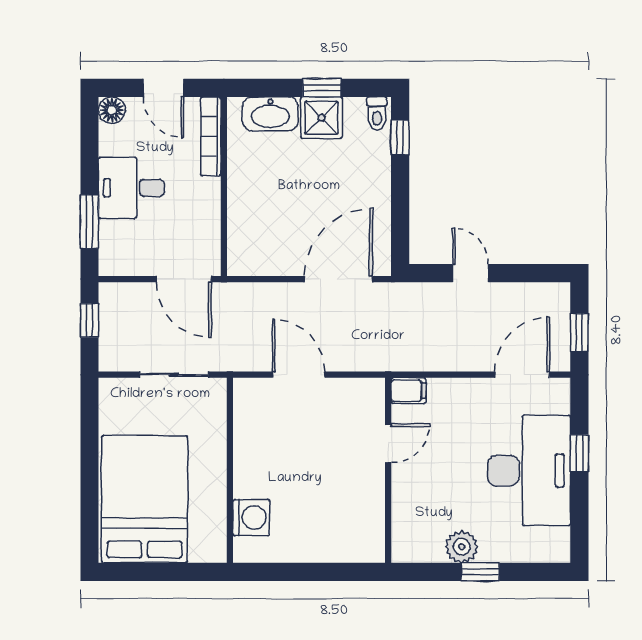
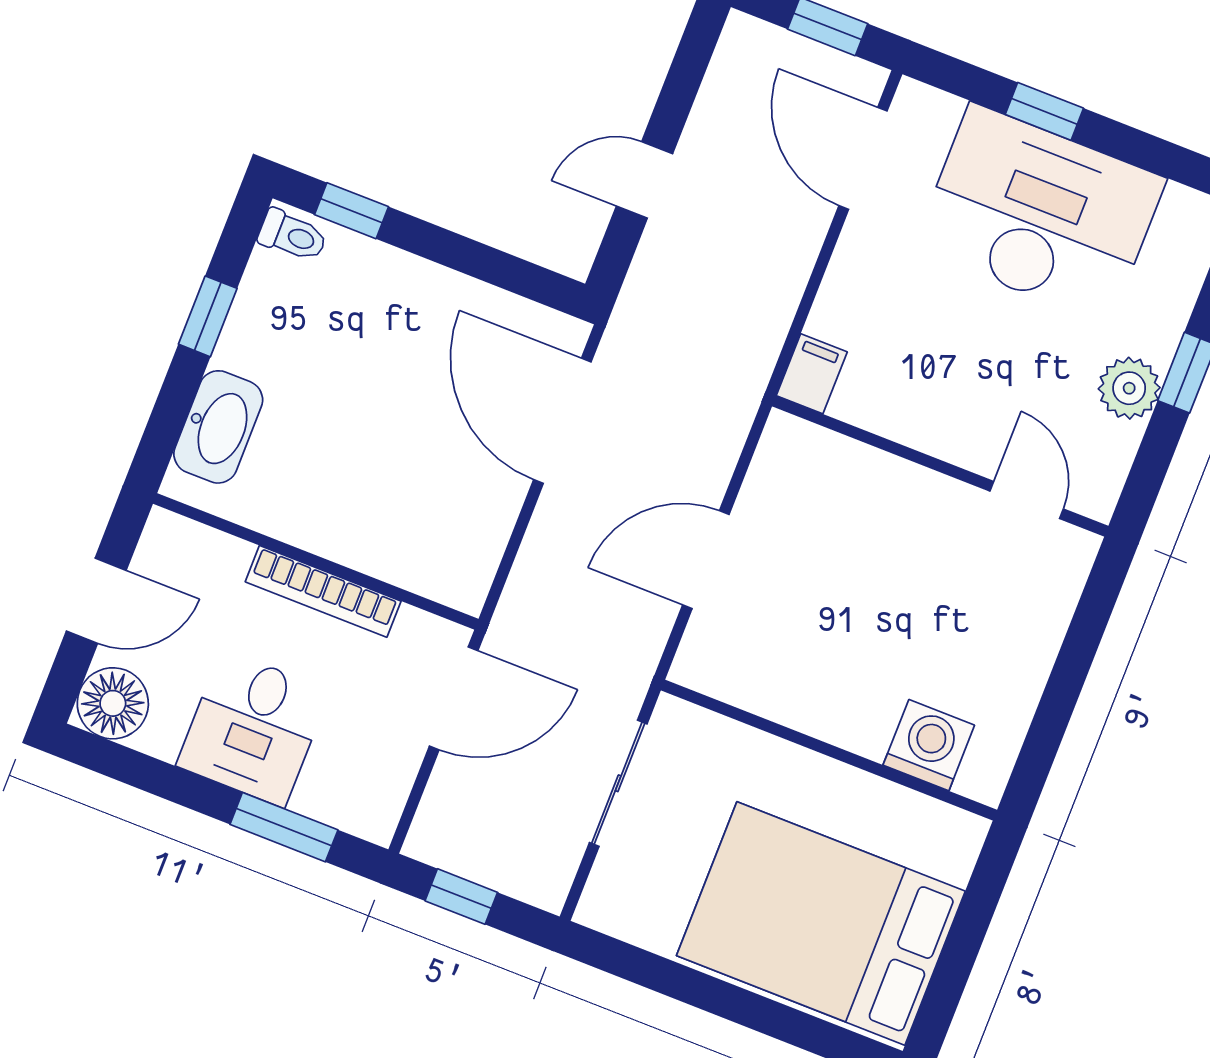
floor lamp: (112, 110) -> (113, 703), width x1.38, depth x1.38
shower: (321, 118) -> (261, 338), removed
bookcase: (211, 136) -> (323, 591), moved
door: (388, 443) -> (1027, 500), moved

